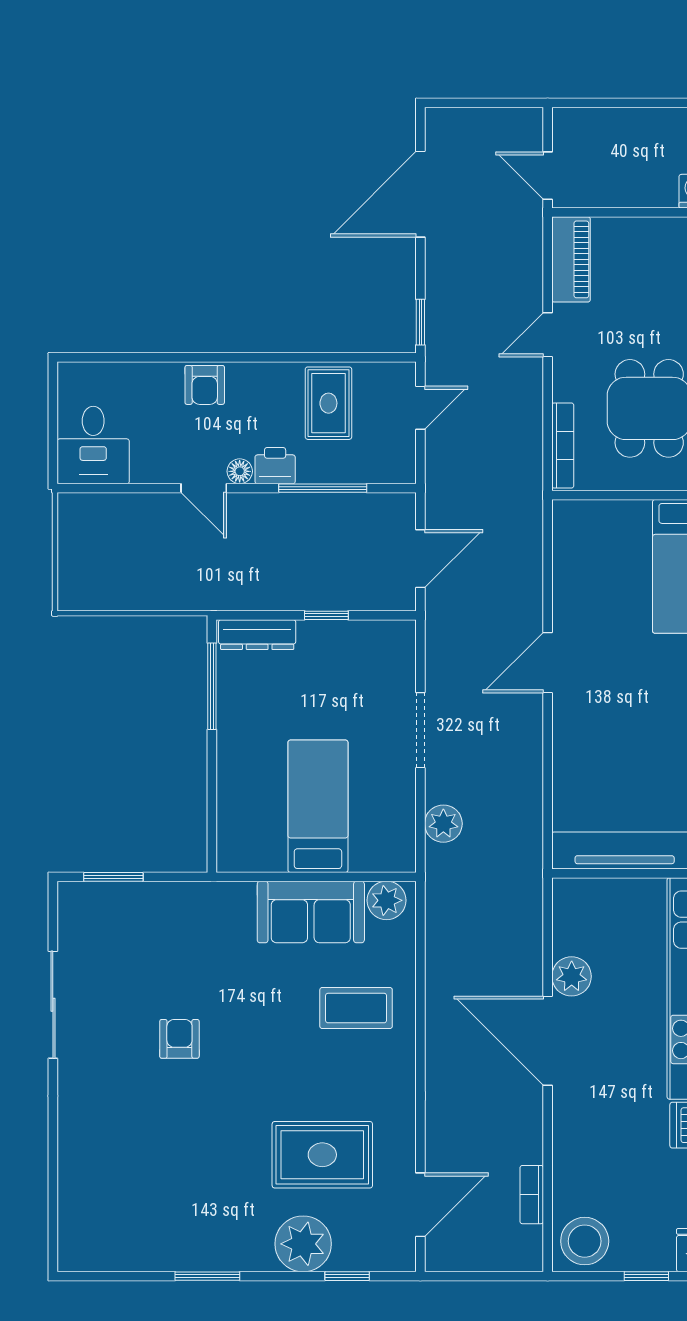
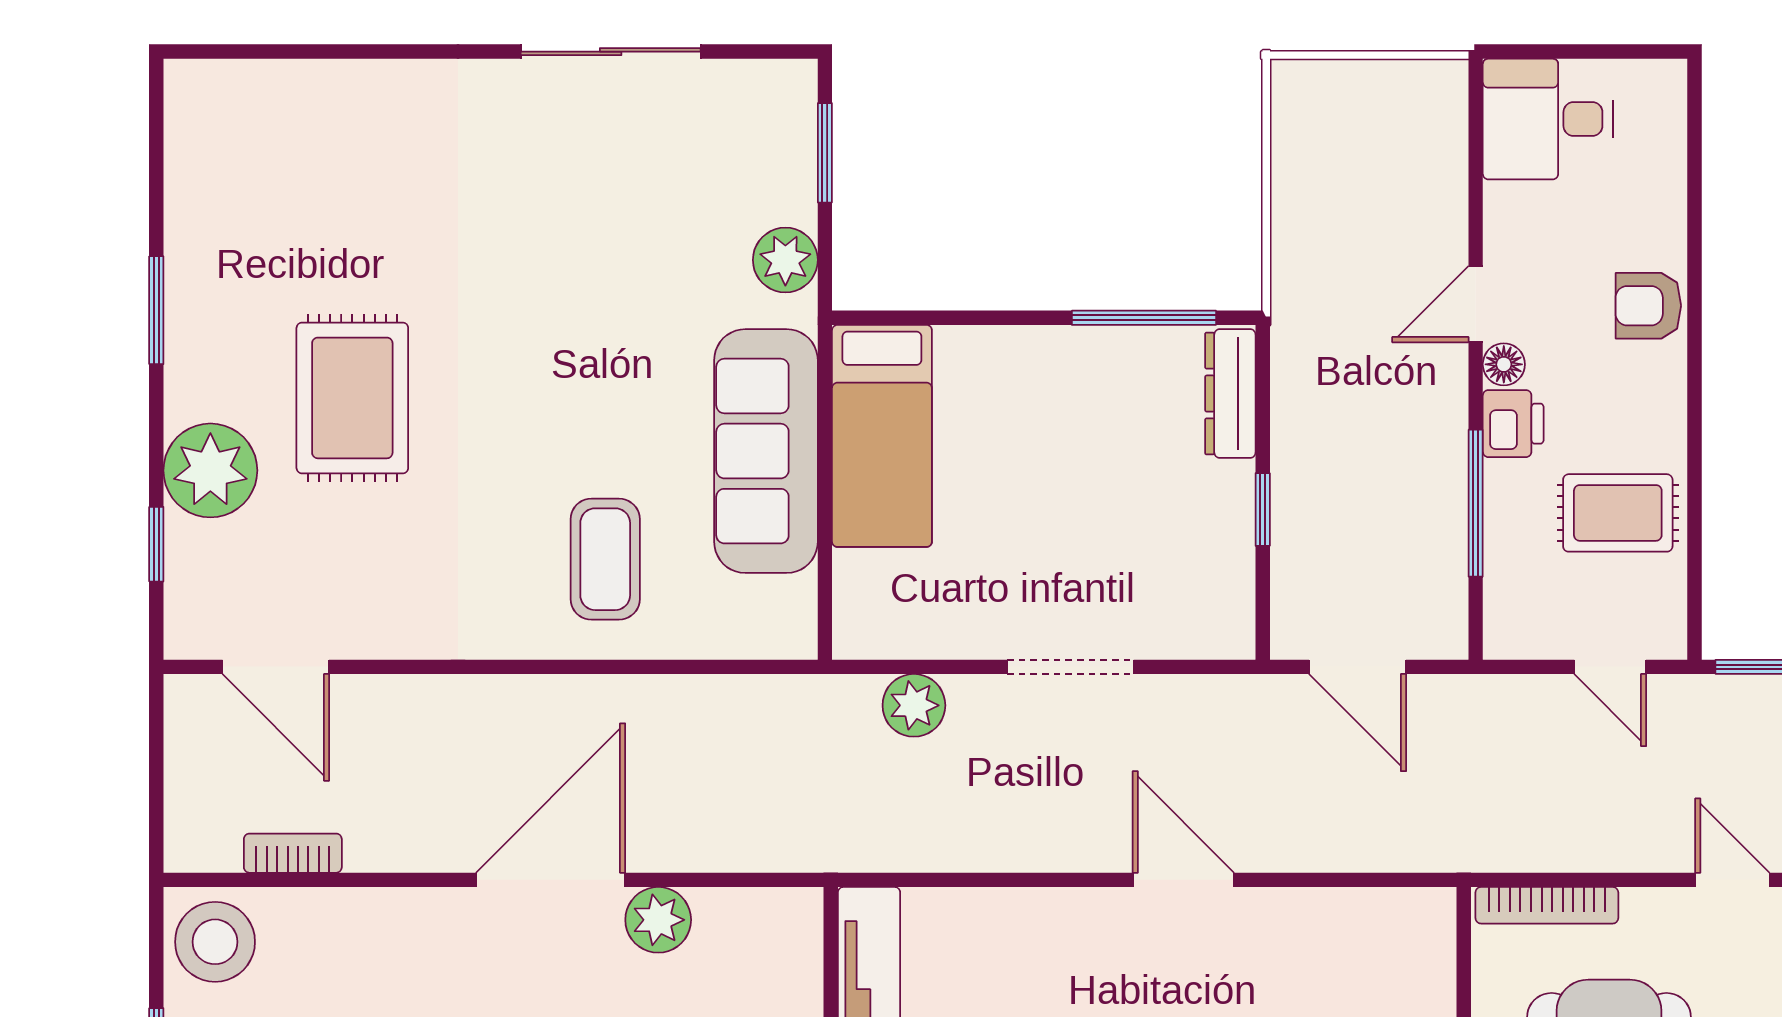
bed: (318, 806) -> (882, 436), moved, turned 90
plant: (387, 900) -> (785, 260), moved
sofa: (311, 912) -> (766, 451), width x1.36
armchair: (179, 1039) -> (554, 263), removed
rug: (322, 1155) -> (352, 398), moved

